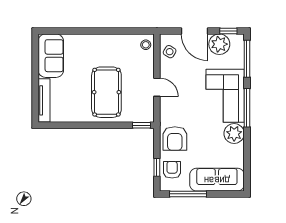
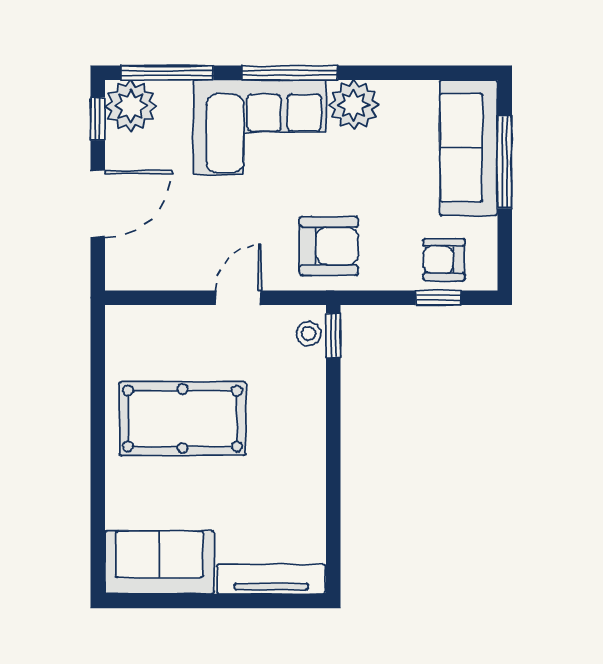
plant: (219, 44) -> (131, 106), moved
stool: (146, 45) -> (309, 333), moved
side table: (170, 52) -> (150, 266), removed
pool table: (106, 92) -> (182, 419), moved
armchair: (175, 139) -> (329, 246), moved
window: (188, 194) -> (505, 162), moved

